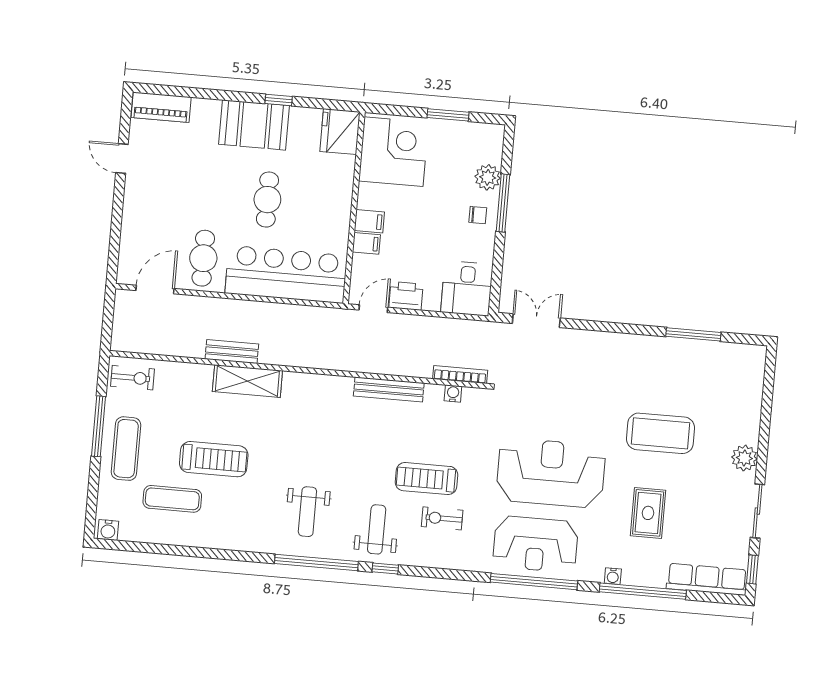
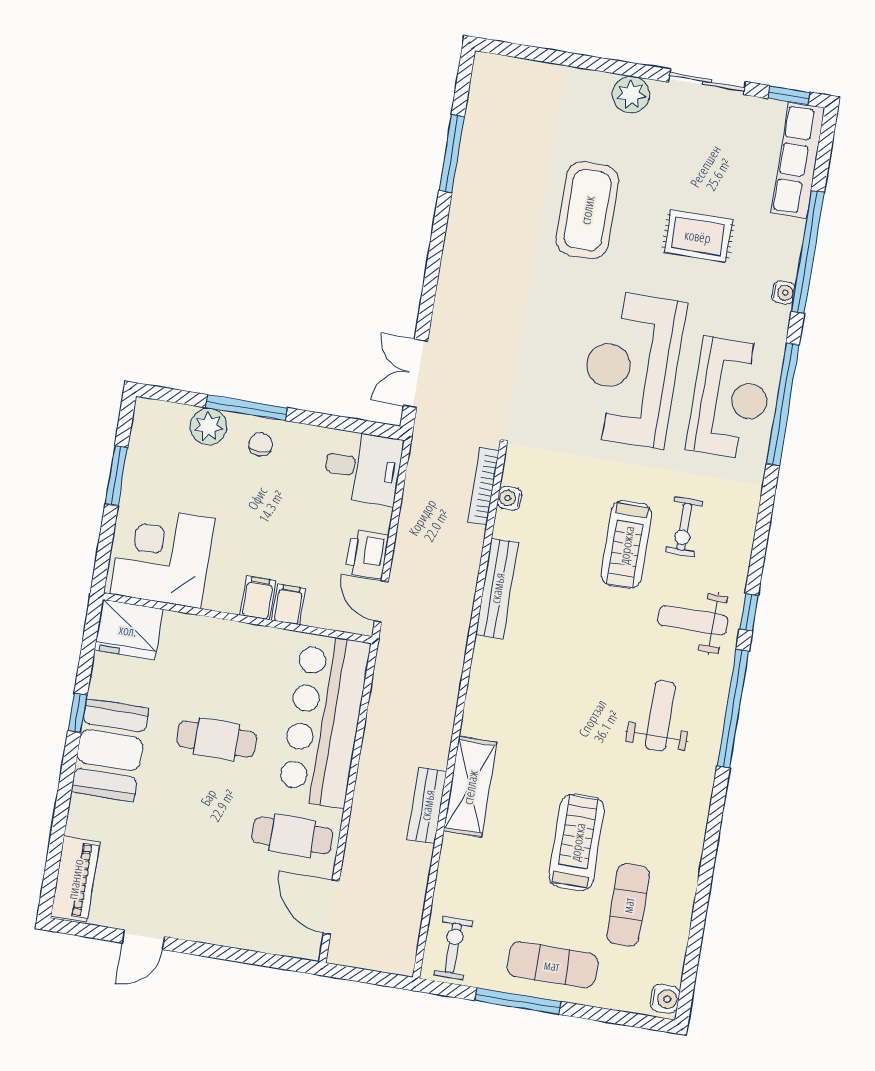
weight bench: (307, 512) -> (660, 716), turned -90

